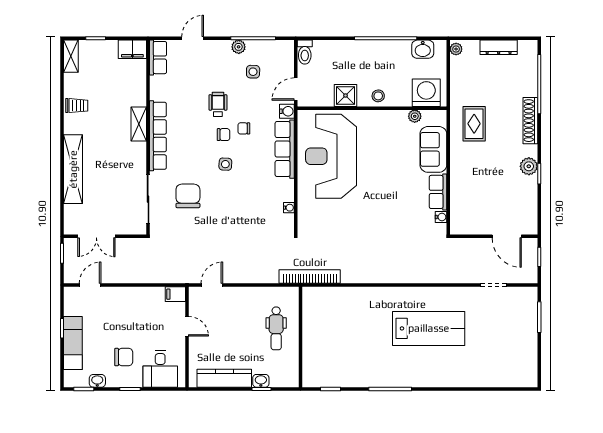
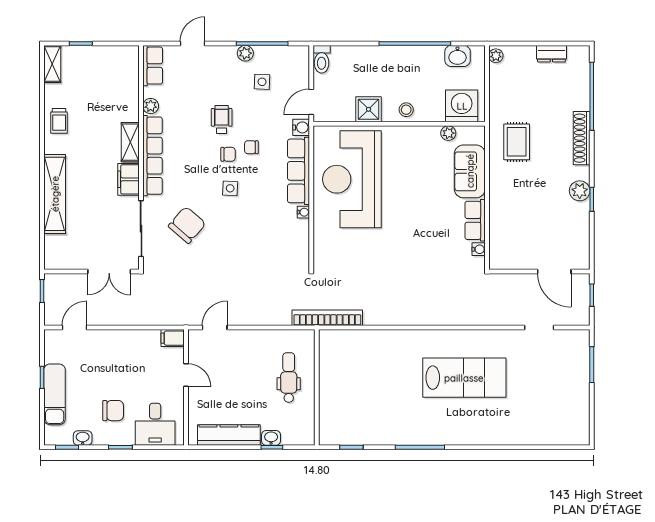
dresser: (499, 47) -> (551, 54), width x0.70
filing cabinet: (132, 49) -> (128, 179), moved, turned 90
plant: (156, 93) -> (151, 106), added
trolley: (77, 106) -> (59, 121), turned 90
chair: (188, 196) -> (187, 225), turned 41
water cooler: (289, 208) -> (303, 212), moved
double door: (96, 236) -> (109, 272), moved
dental chair: (276, 328) -> (289, 378), turned 180

